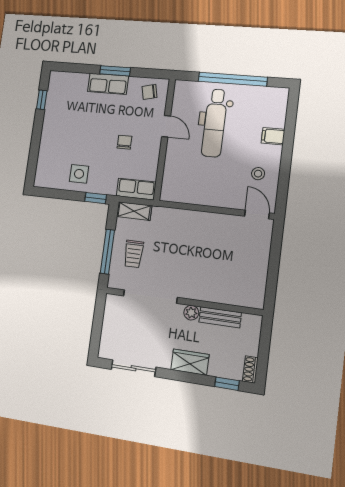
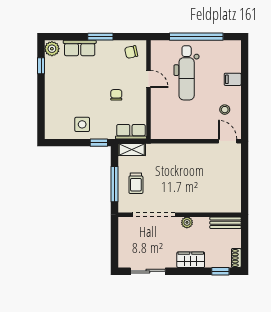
plant: (57, 81) -> (52, 49), added
row of seats: (108, 84) -> (80, 48), moved
bench: (220, 317) -> (225, 223), moved

